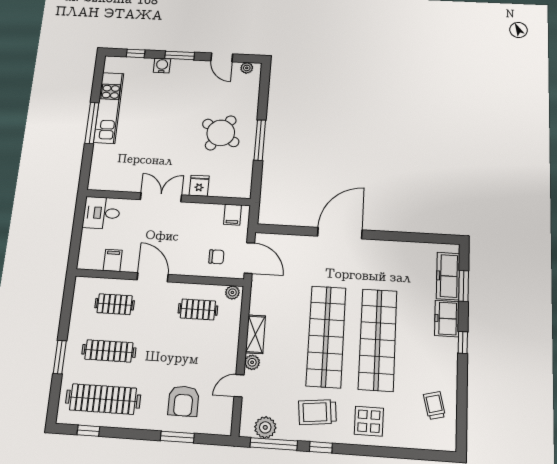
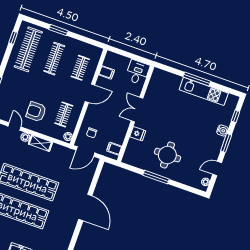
round table: (221, 133) -> (167, 155), turned -33
double door: (161, 197) -> (137, 110), swing flipped
armchair: (183, 401) -> (36, 112), moved

